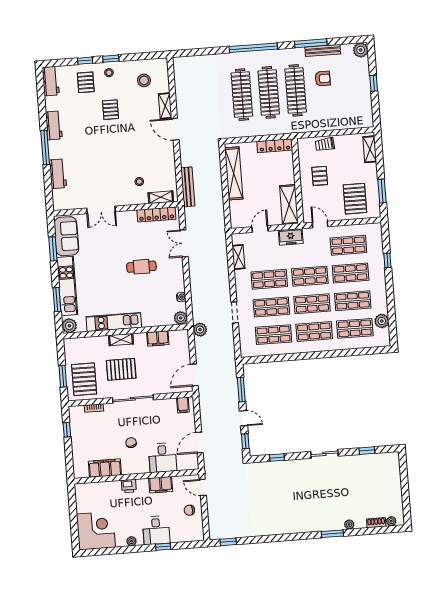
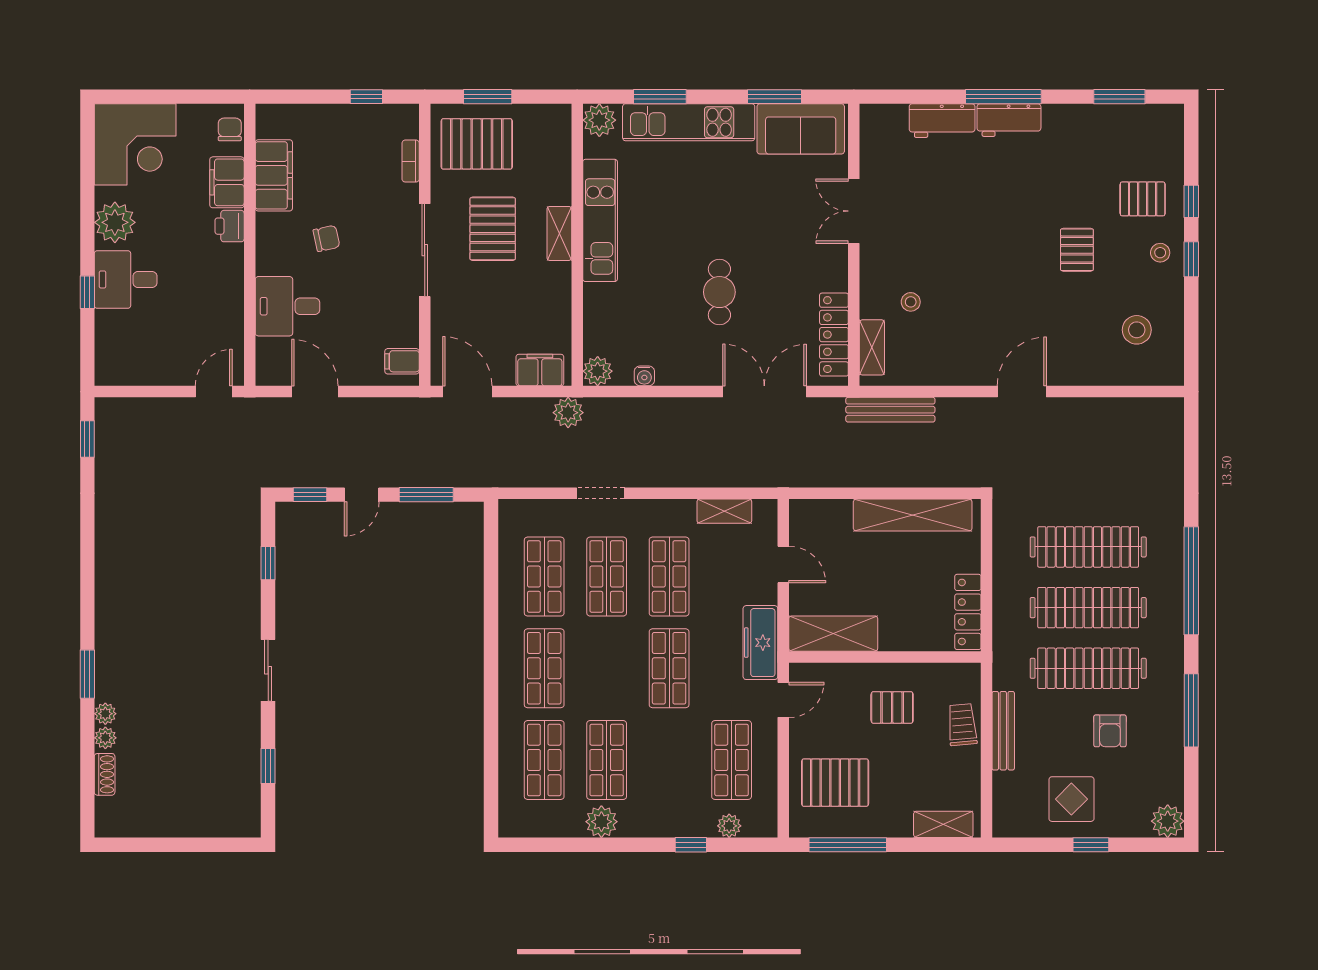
bench: (323, 50) -> (1003, 731), moved
workbench: (51, 81) -> (1152, 120), removed
display table: (354, 93) -> (1071, 799), added
window: (41, 96) -> (1119, 97), added
shelving: (165, 106) -> (1076, 373), removed
pallet: (111, 110) -> (1077, 250), turned 90
workbench: (54, 125) -> (1009, 120), moved
window: (382, 191) -> (848, 845), width x1.44
freezer: (291, 237) -> (760, 643), width x1.40
double door: (184, 243) -> (764, 392), width x1.37
plant: (378, 244) -> (729, 826), added
shop shelf: (351, 273) -> (669, 760), removed
shop shelf: (312, 304) -> (607, 668), removed
plant: (382, 321) -> (601, 822), moved
filing cabinet: (158, 338) -> (540, 370), moved, turned 90
filing cabinet: (161, 485) -> (227, 182), moved
chair: (189, 510) -> (230, 129), moved
plant: (391, 521) -> (105, 738), moved
plant: (132, 541) -> (115, 222), width x1.88, depth x1.88

